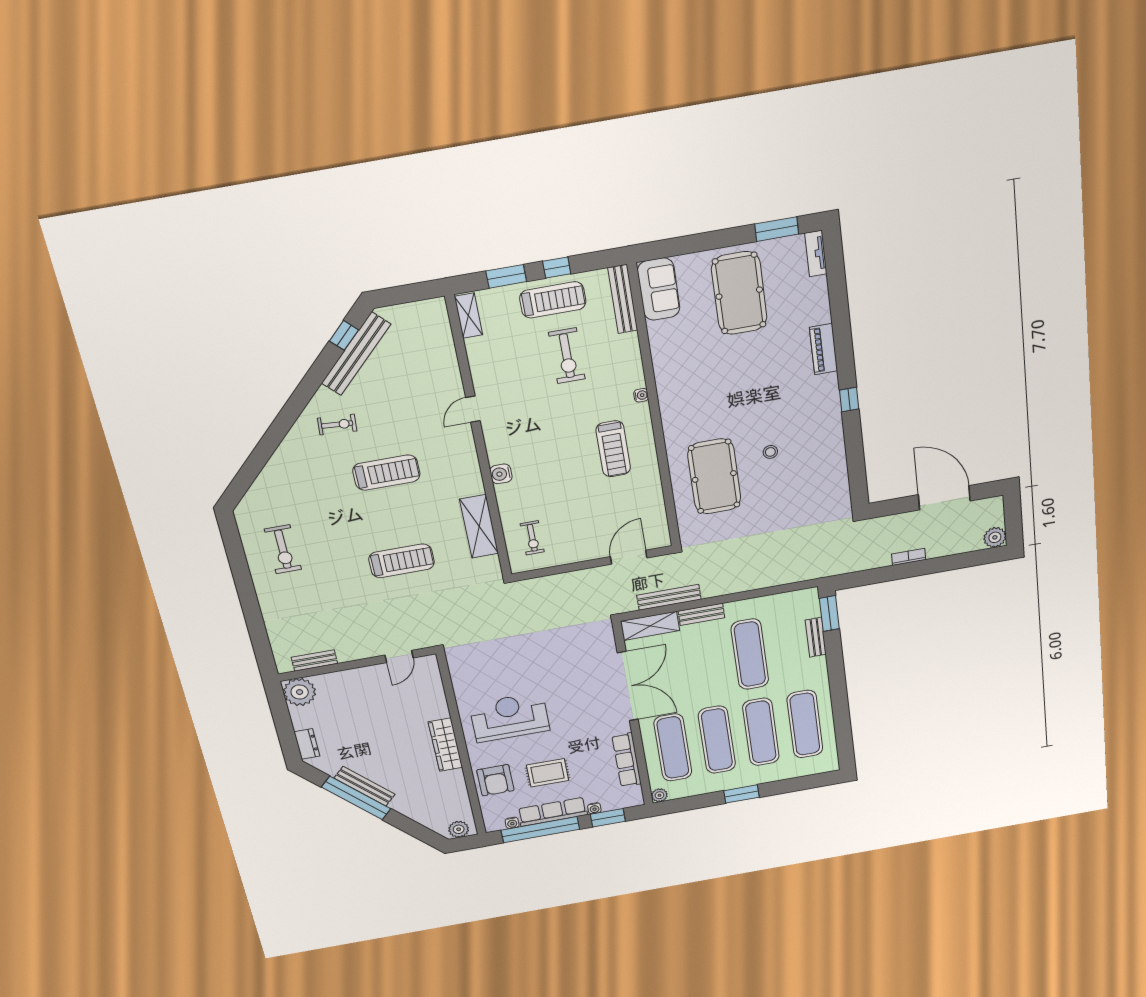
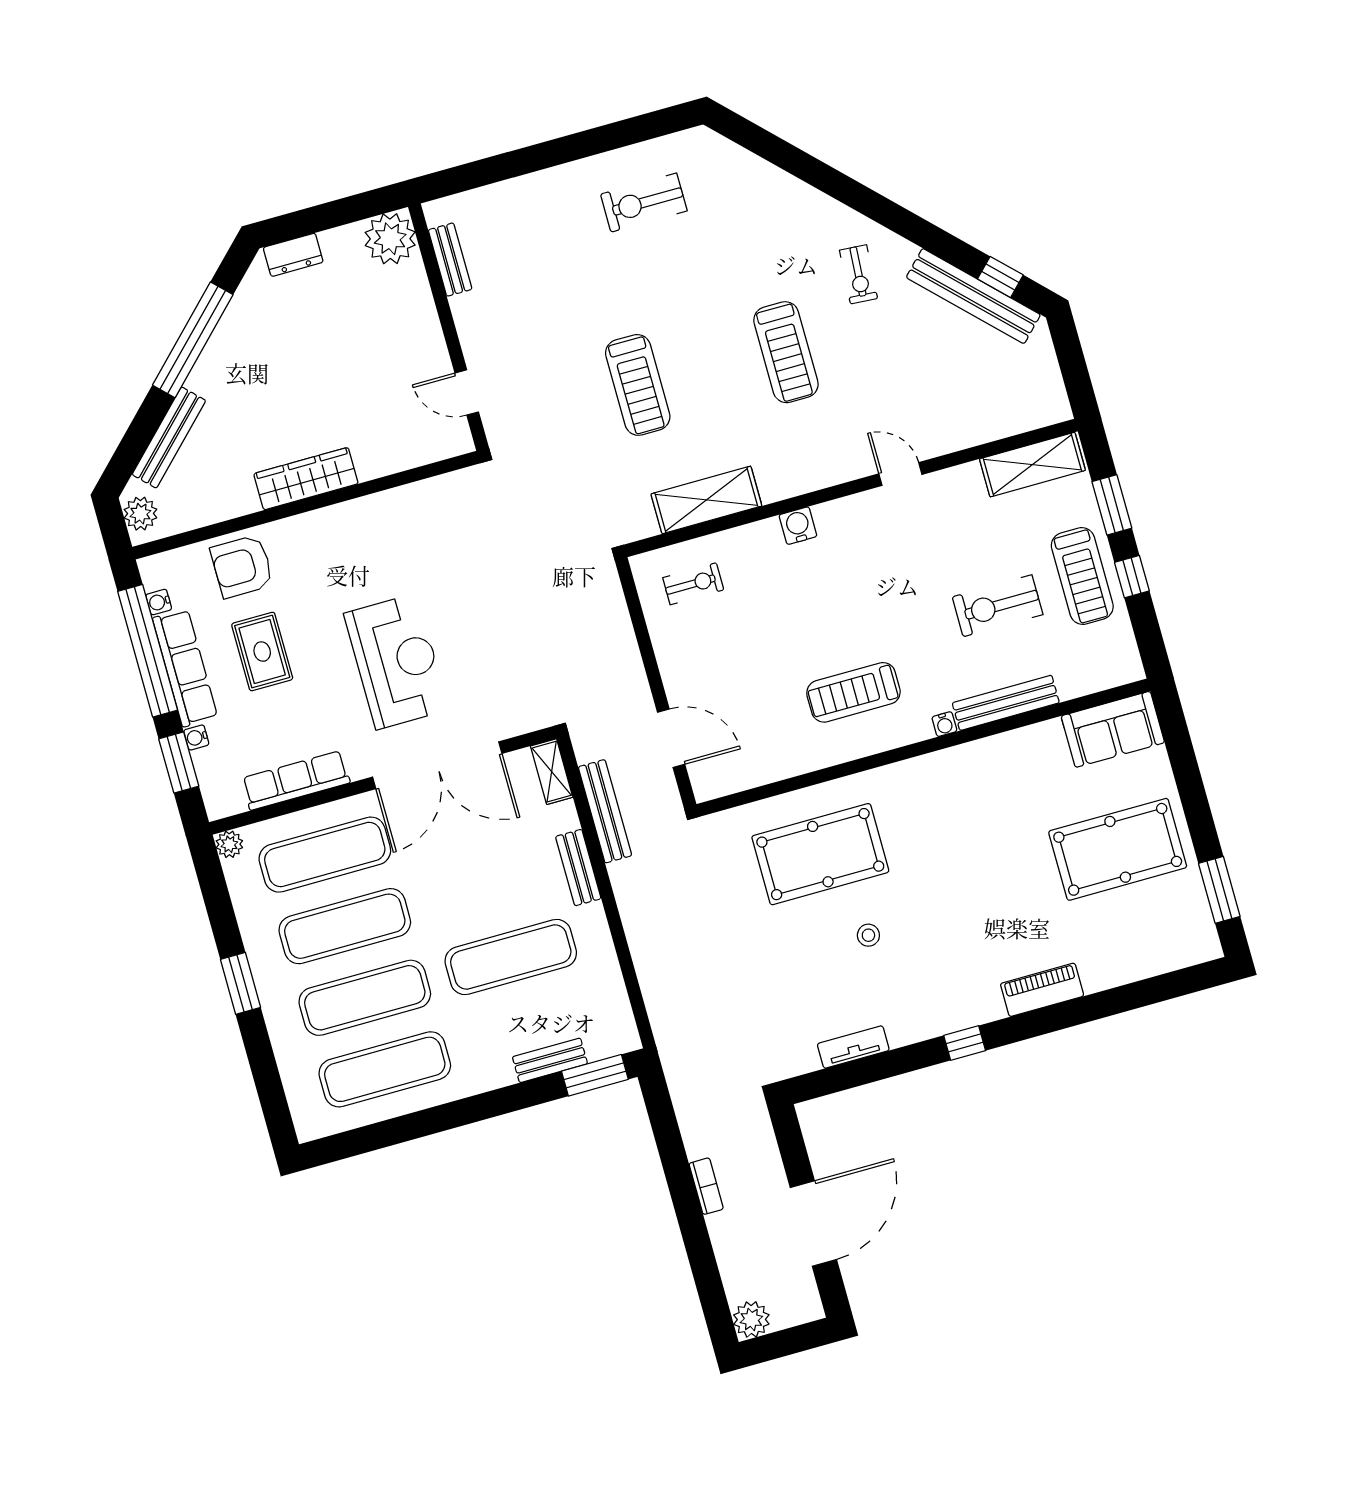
tv unit: (816, 254) -> (853, 1047), moved
bench: (623, 299) -> (1006, 703), moved
shelving: (468, 316) -> (1032, 465), width x1.50, depth x1.33
exercise bike: (532, 538) -> (693, 584), turned 180
shelving: (650, 626) -> (552, 772), width x0.67, depth x0.75
reception desk: (510, 717) -> (396, 662), moved
bench: (365, 786) -> (169, 438), moved

